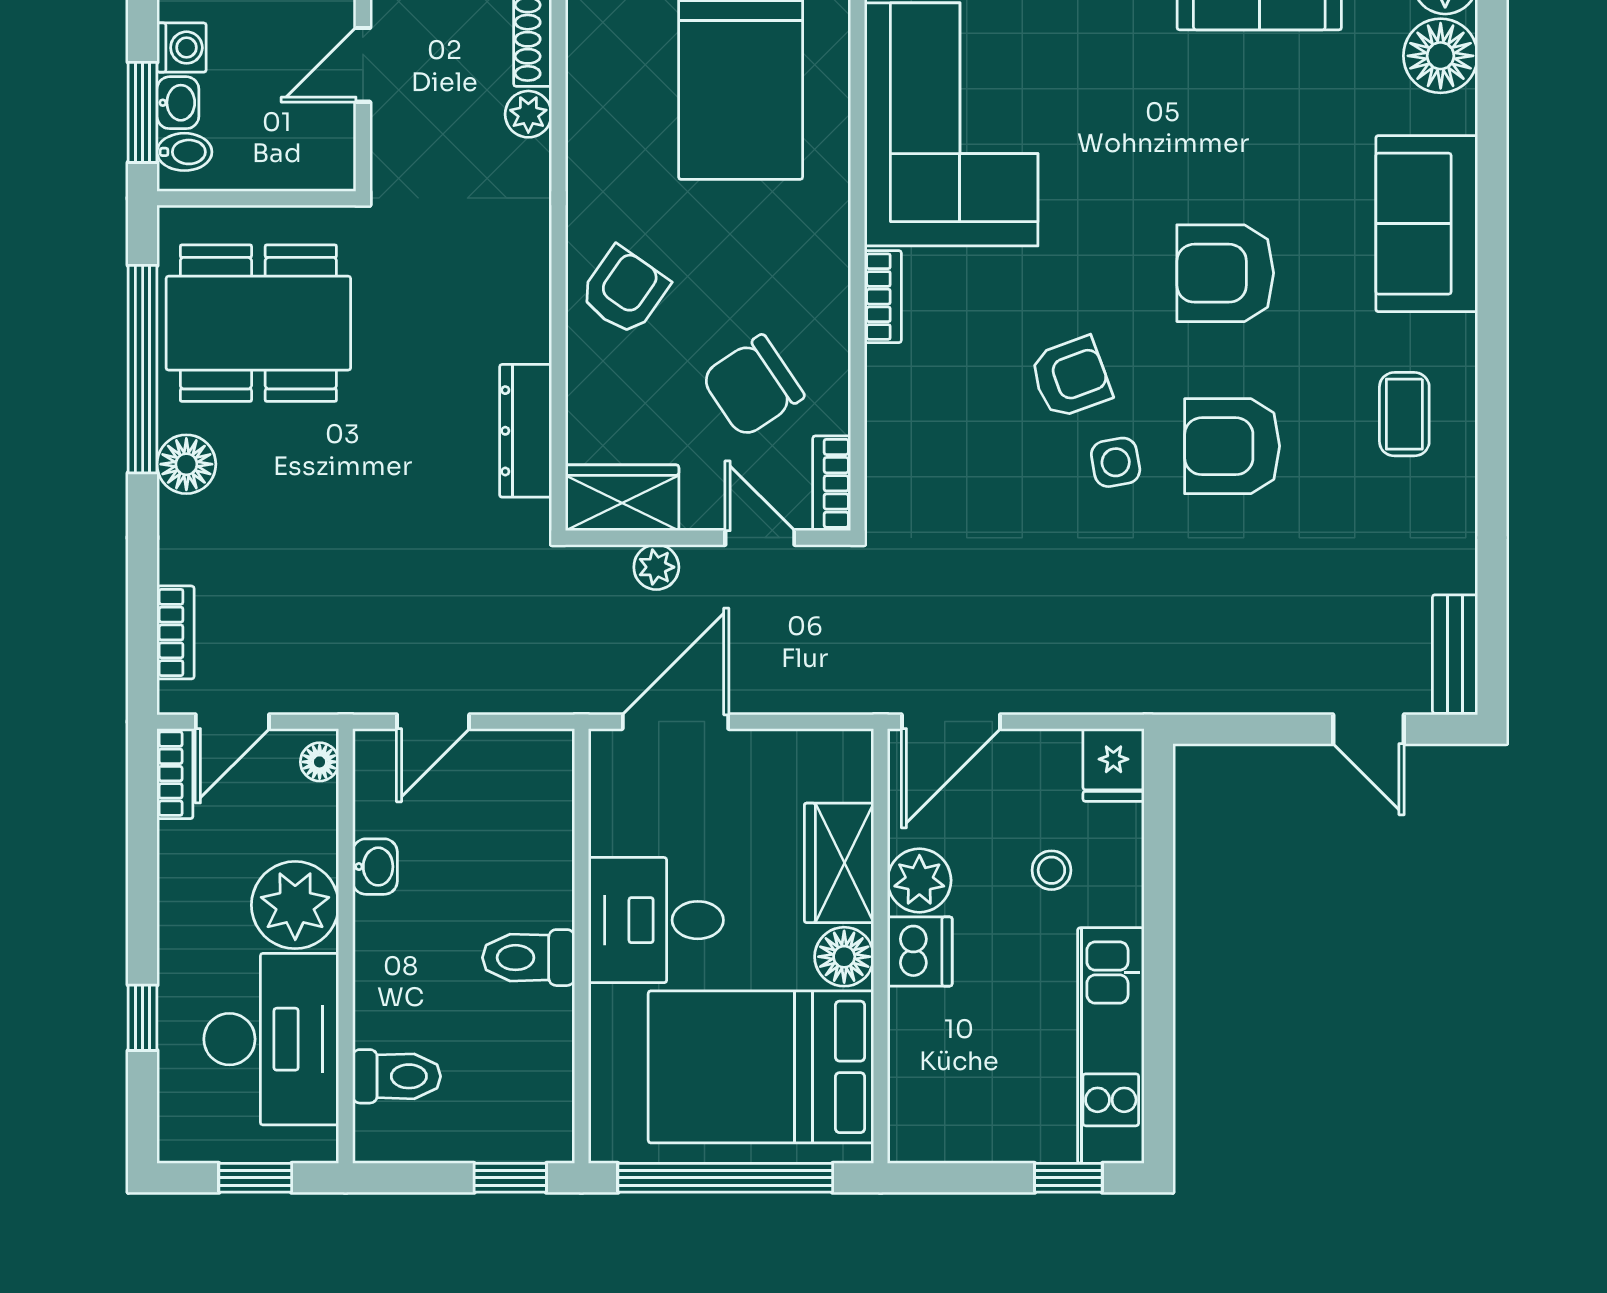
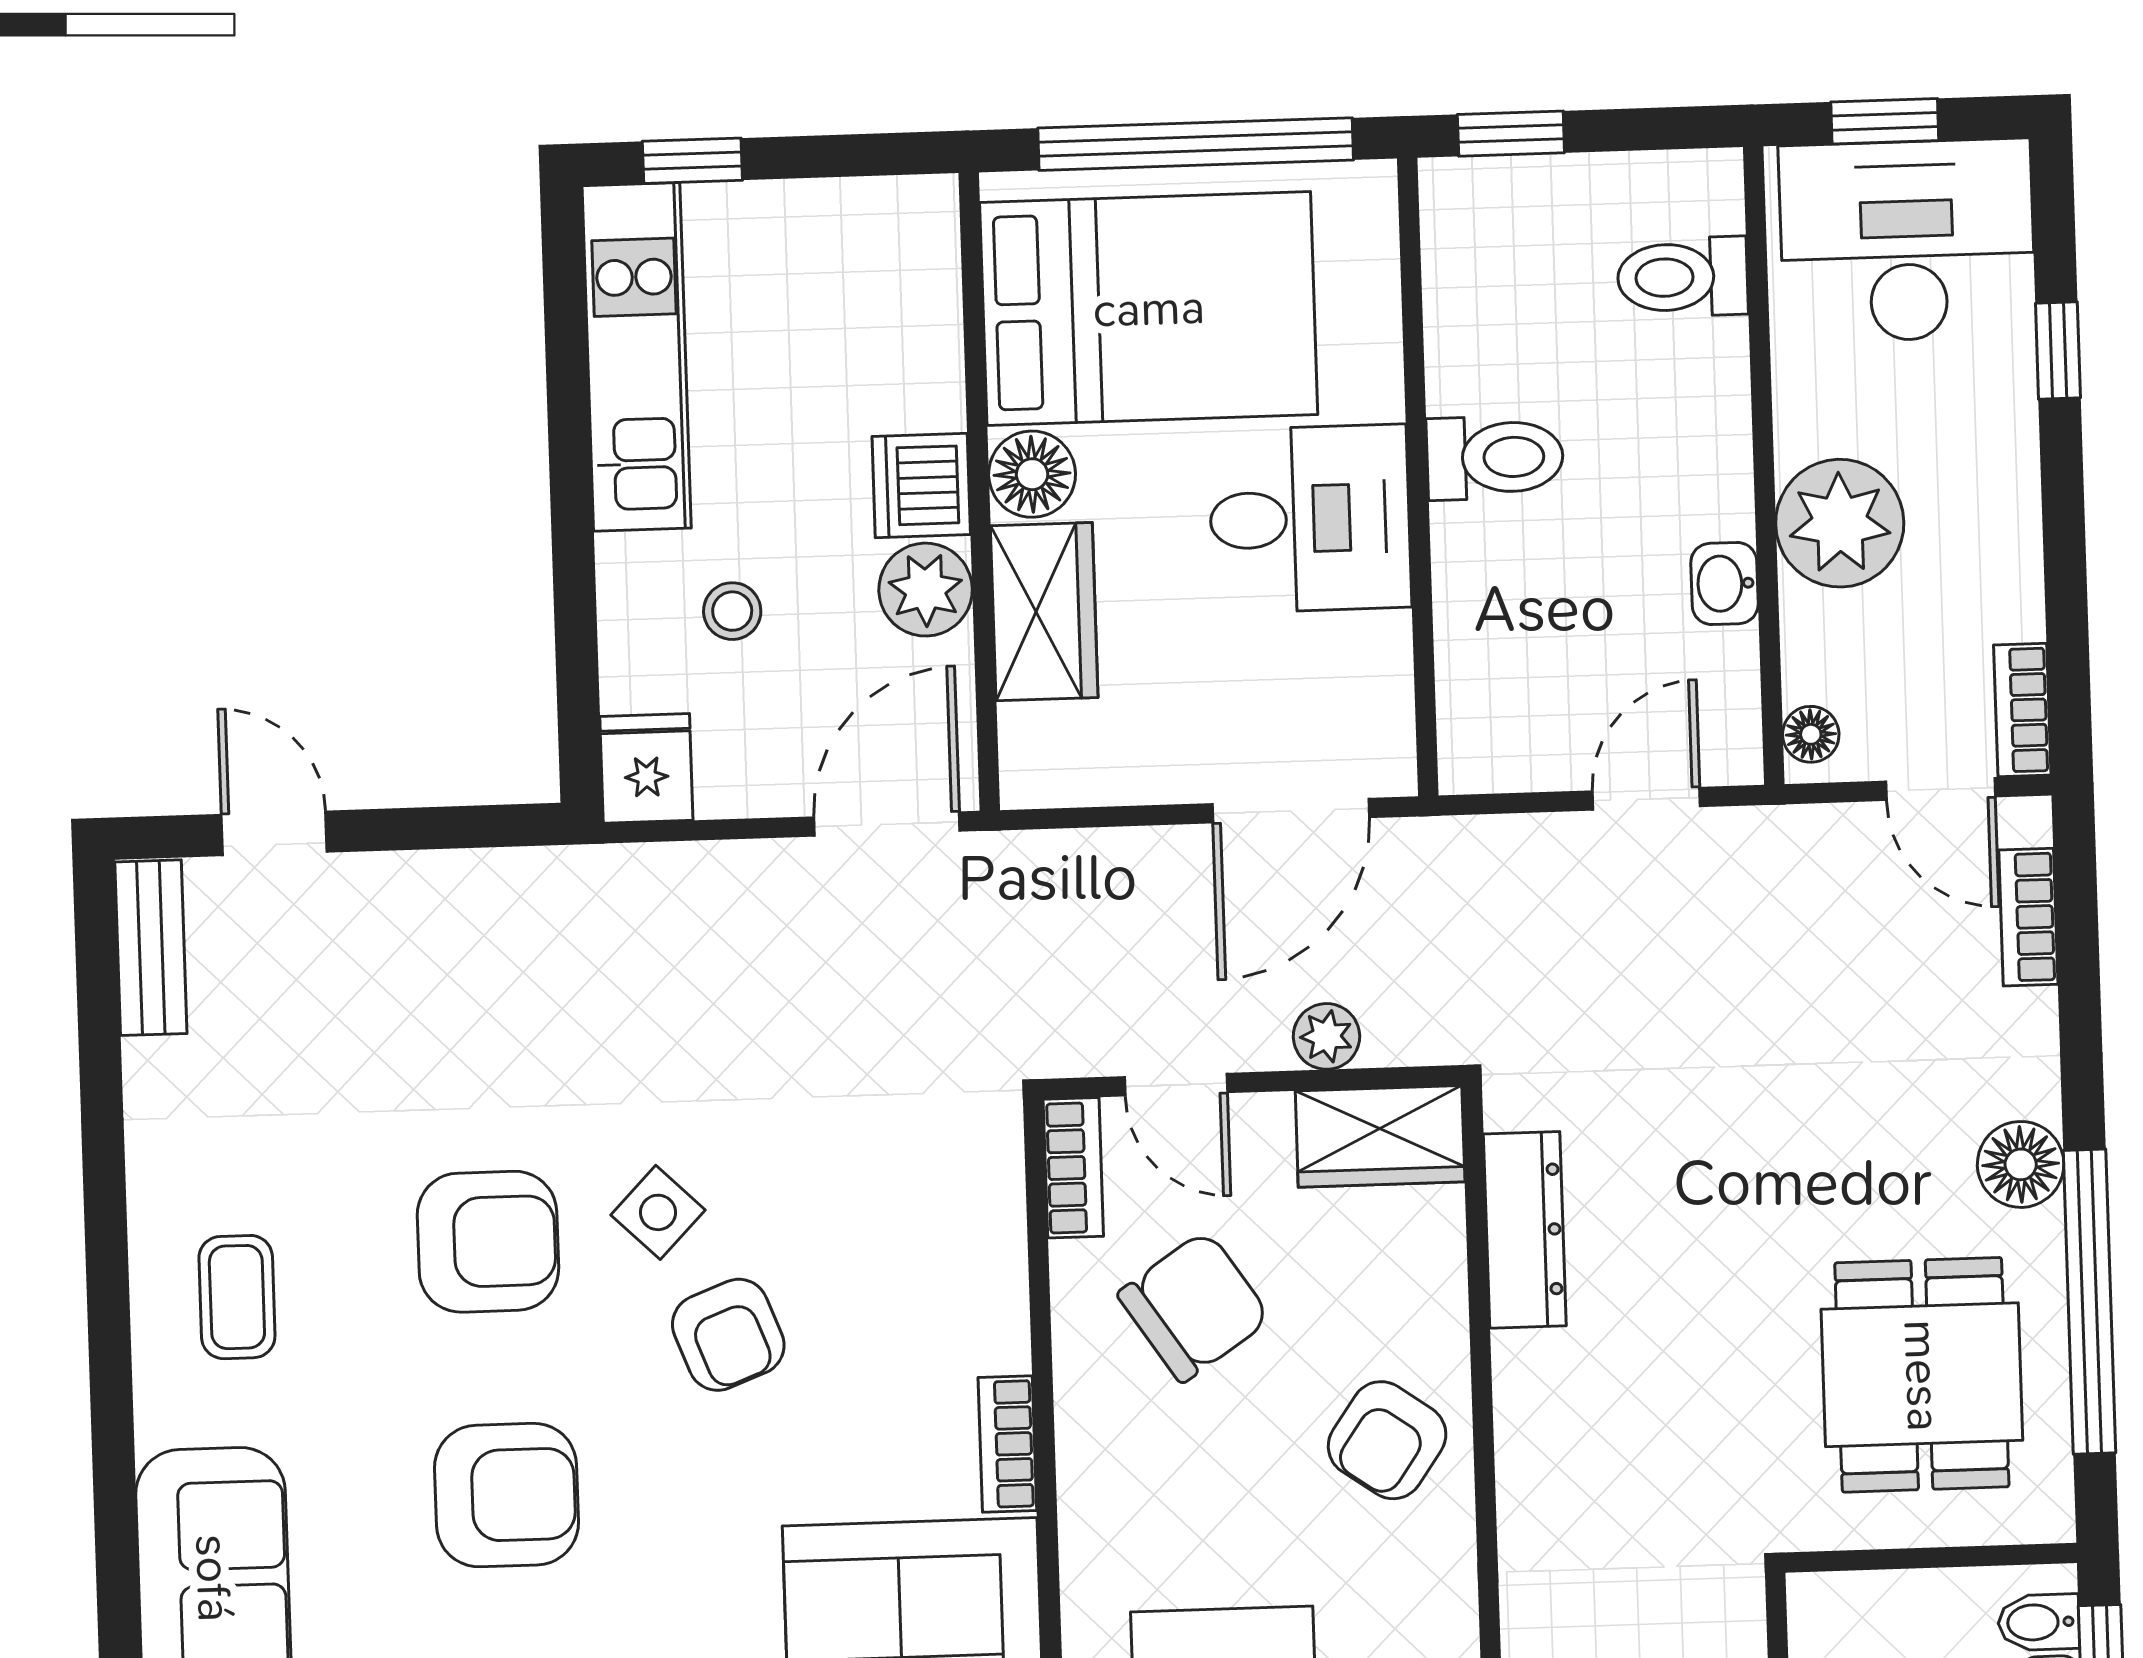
dining table: (258, 323) -> (1922, 1375), width x0.73
armchair: (1071, 377) -> (728, 1335), turned -91
side table: (1116, 462) -> (658, 1212), turned -36
door: (232, 722) -> (1941, 789), swing flipped
desk: (271, 1039) -> (1907, 241), moved, turned 90

